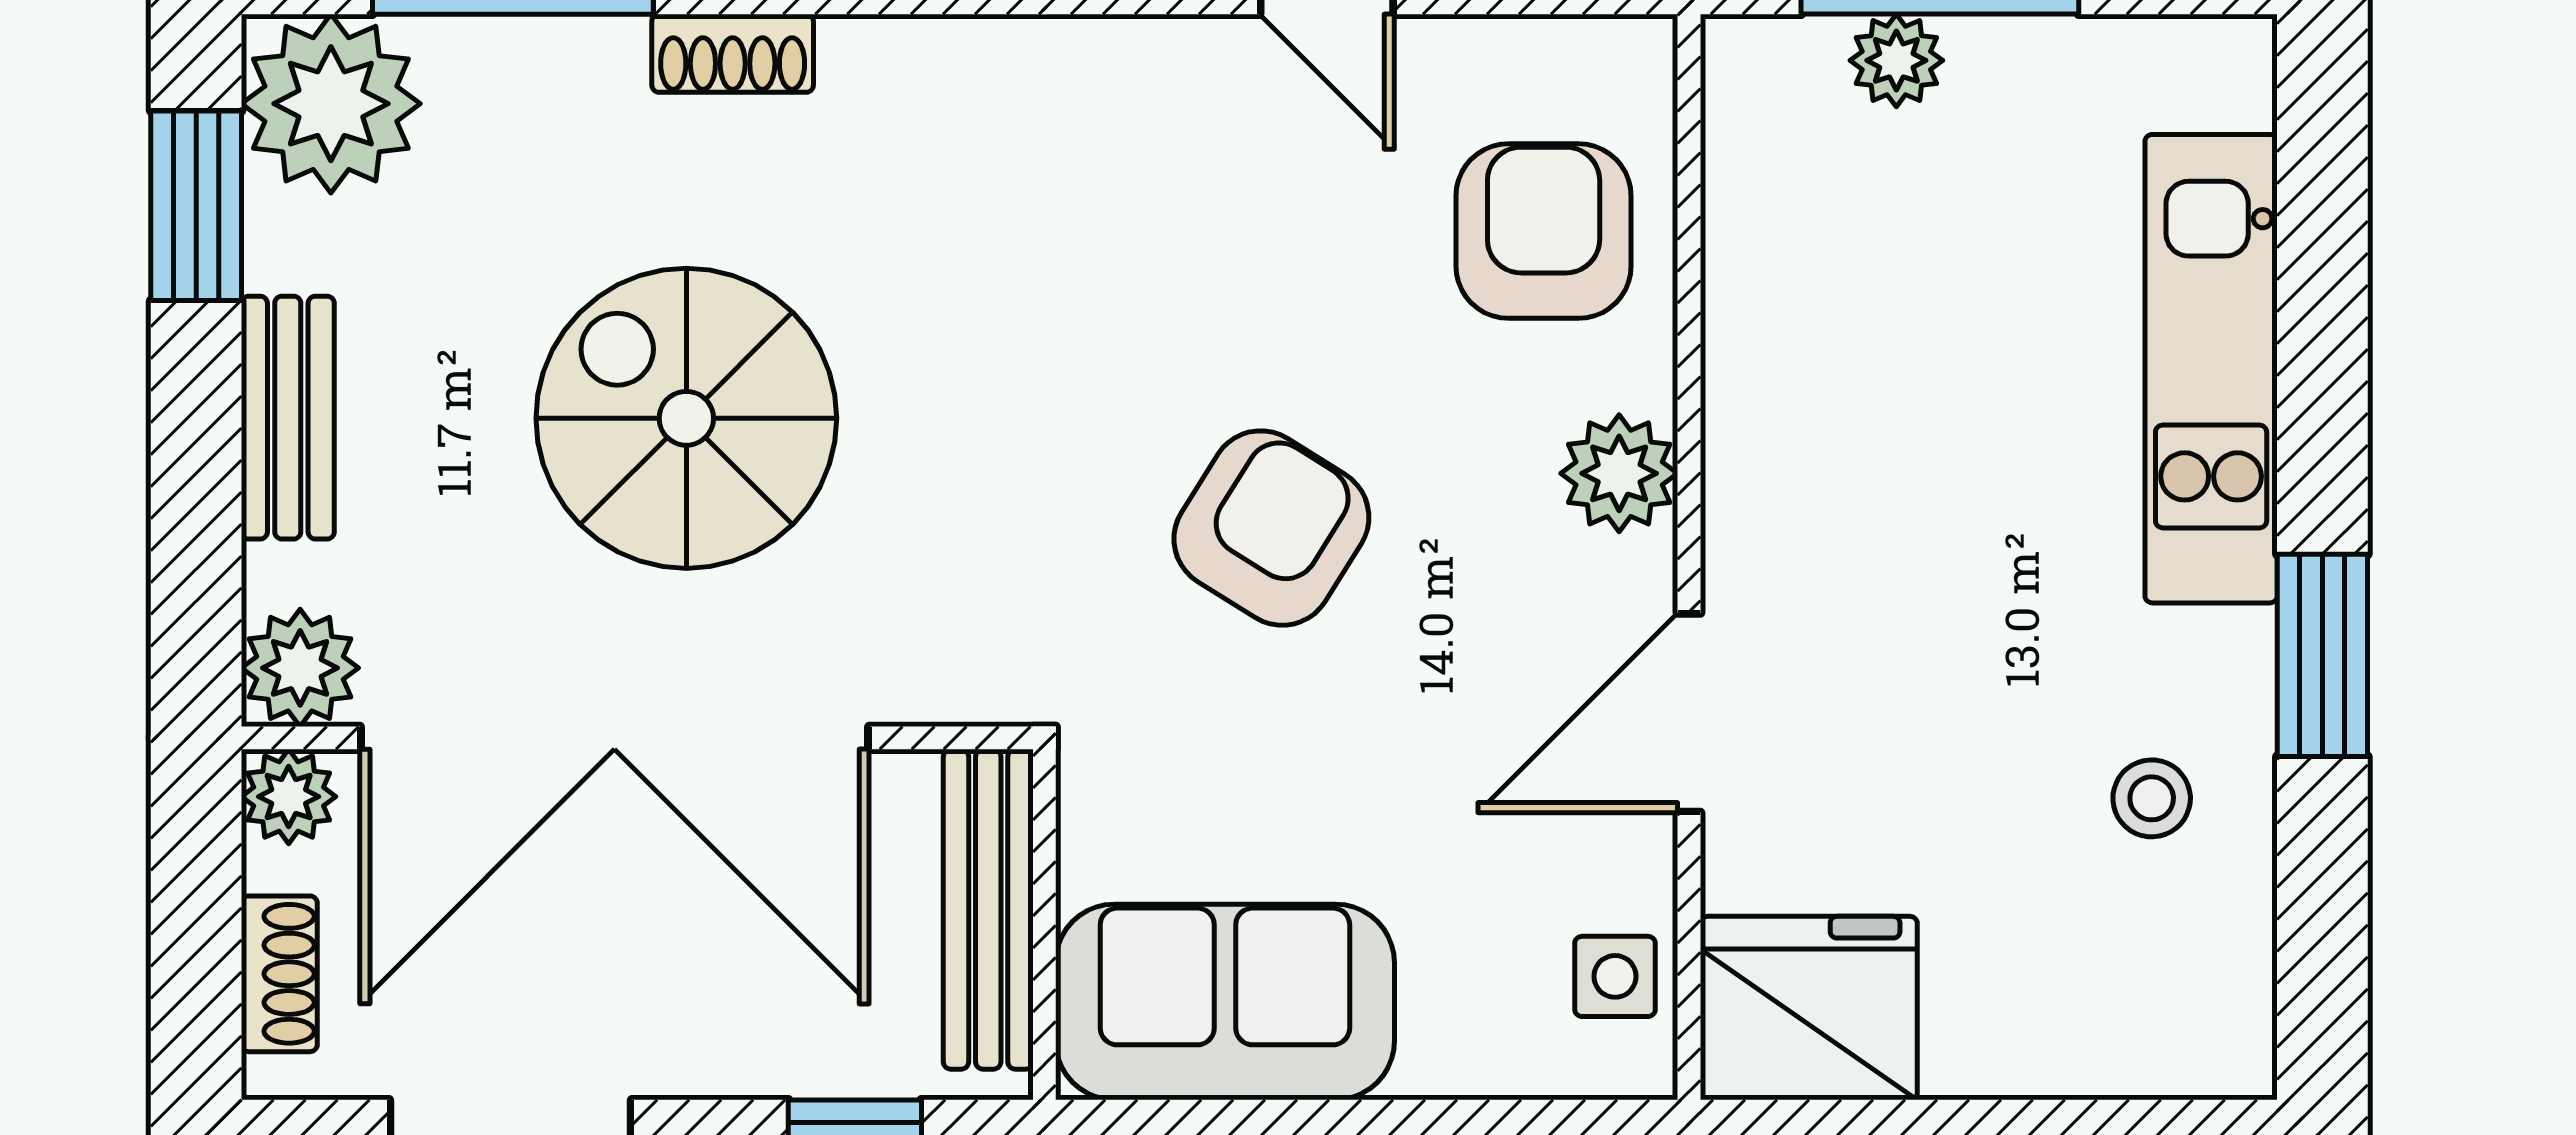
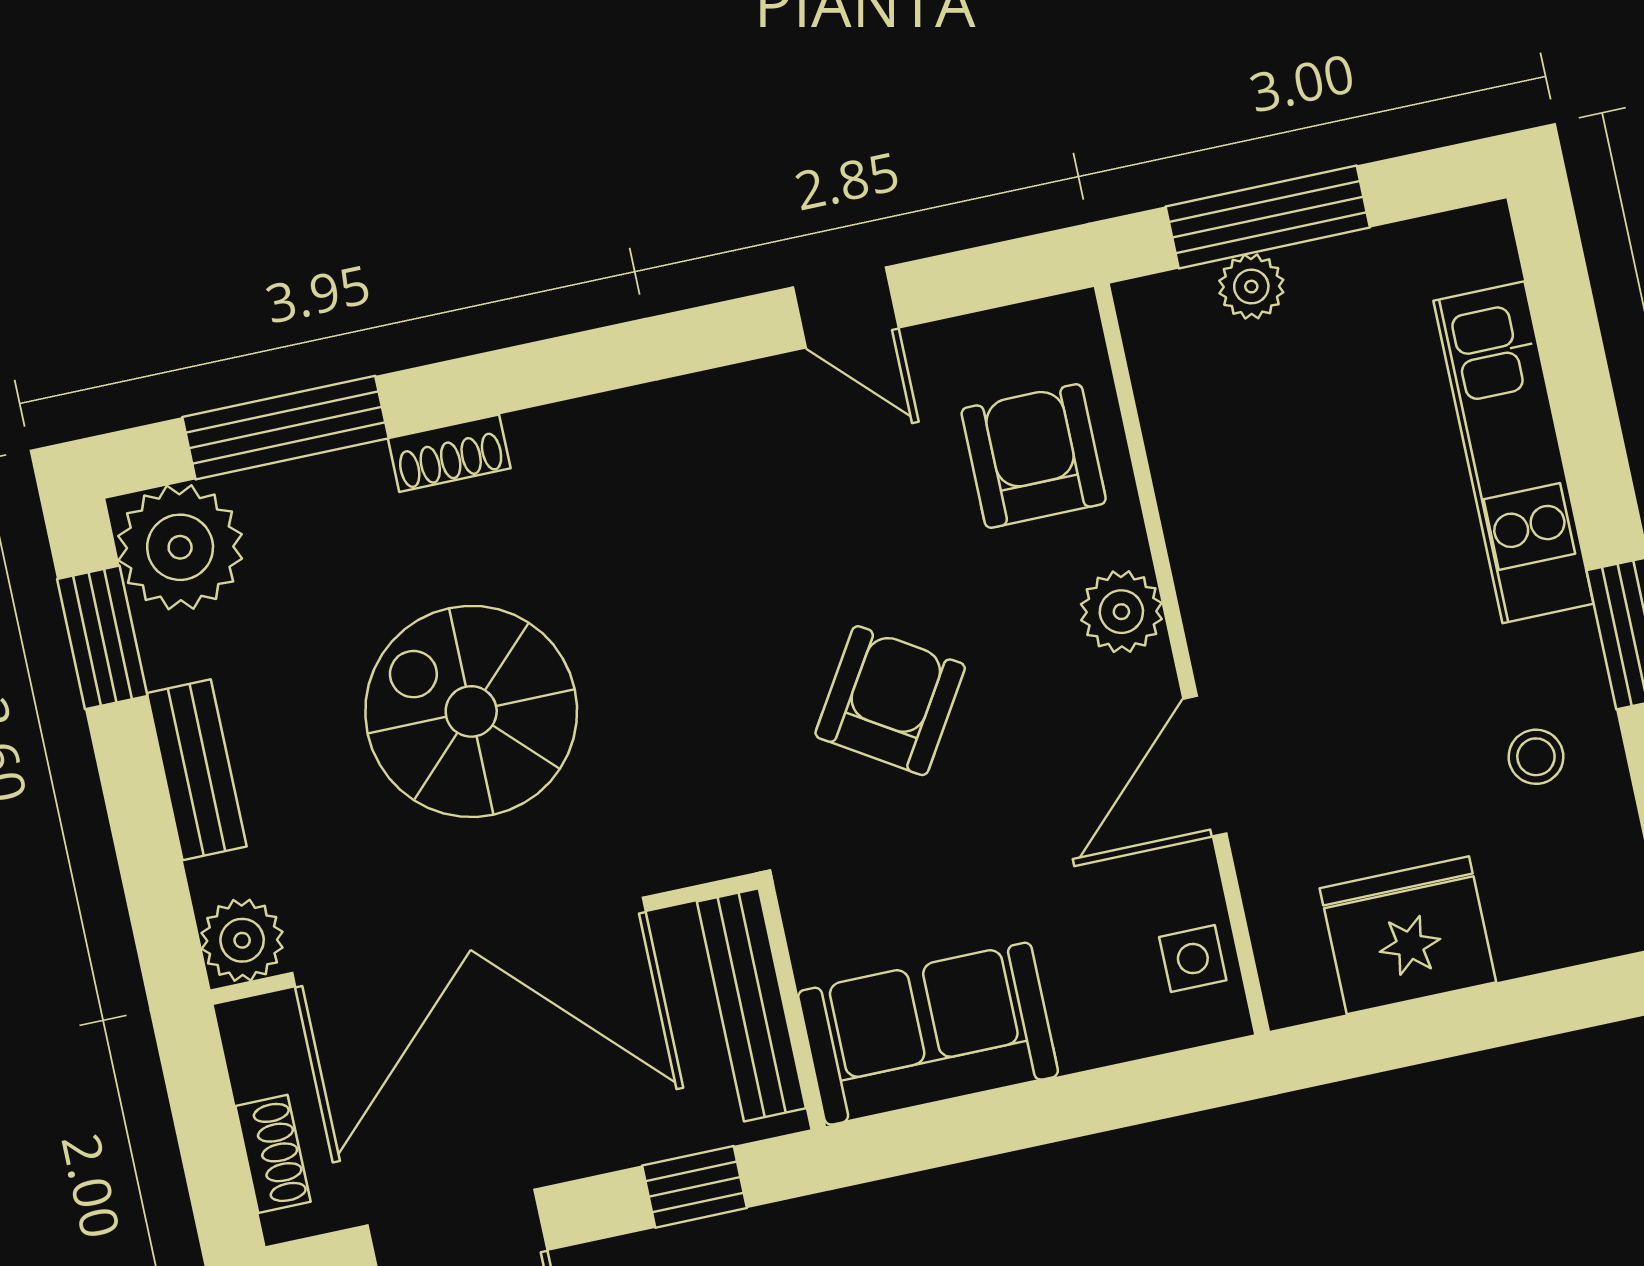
plant: (289, 797) -> (253, 1030), removed
fridge: (1809, 1008) -> (1408, 935), moved

